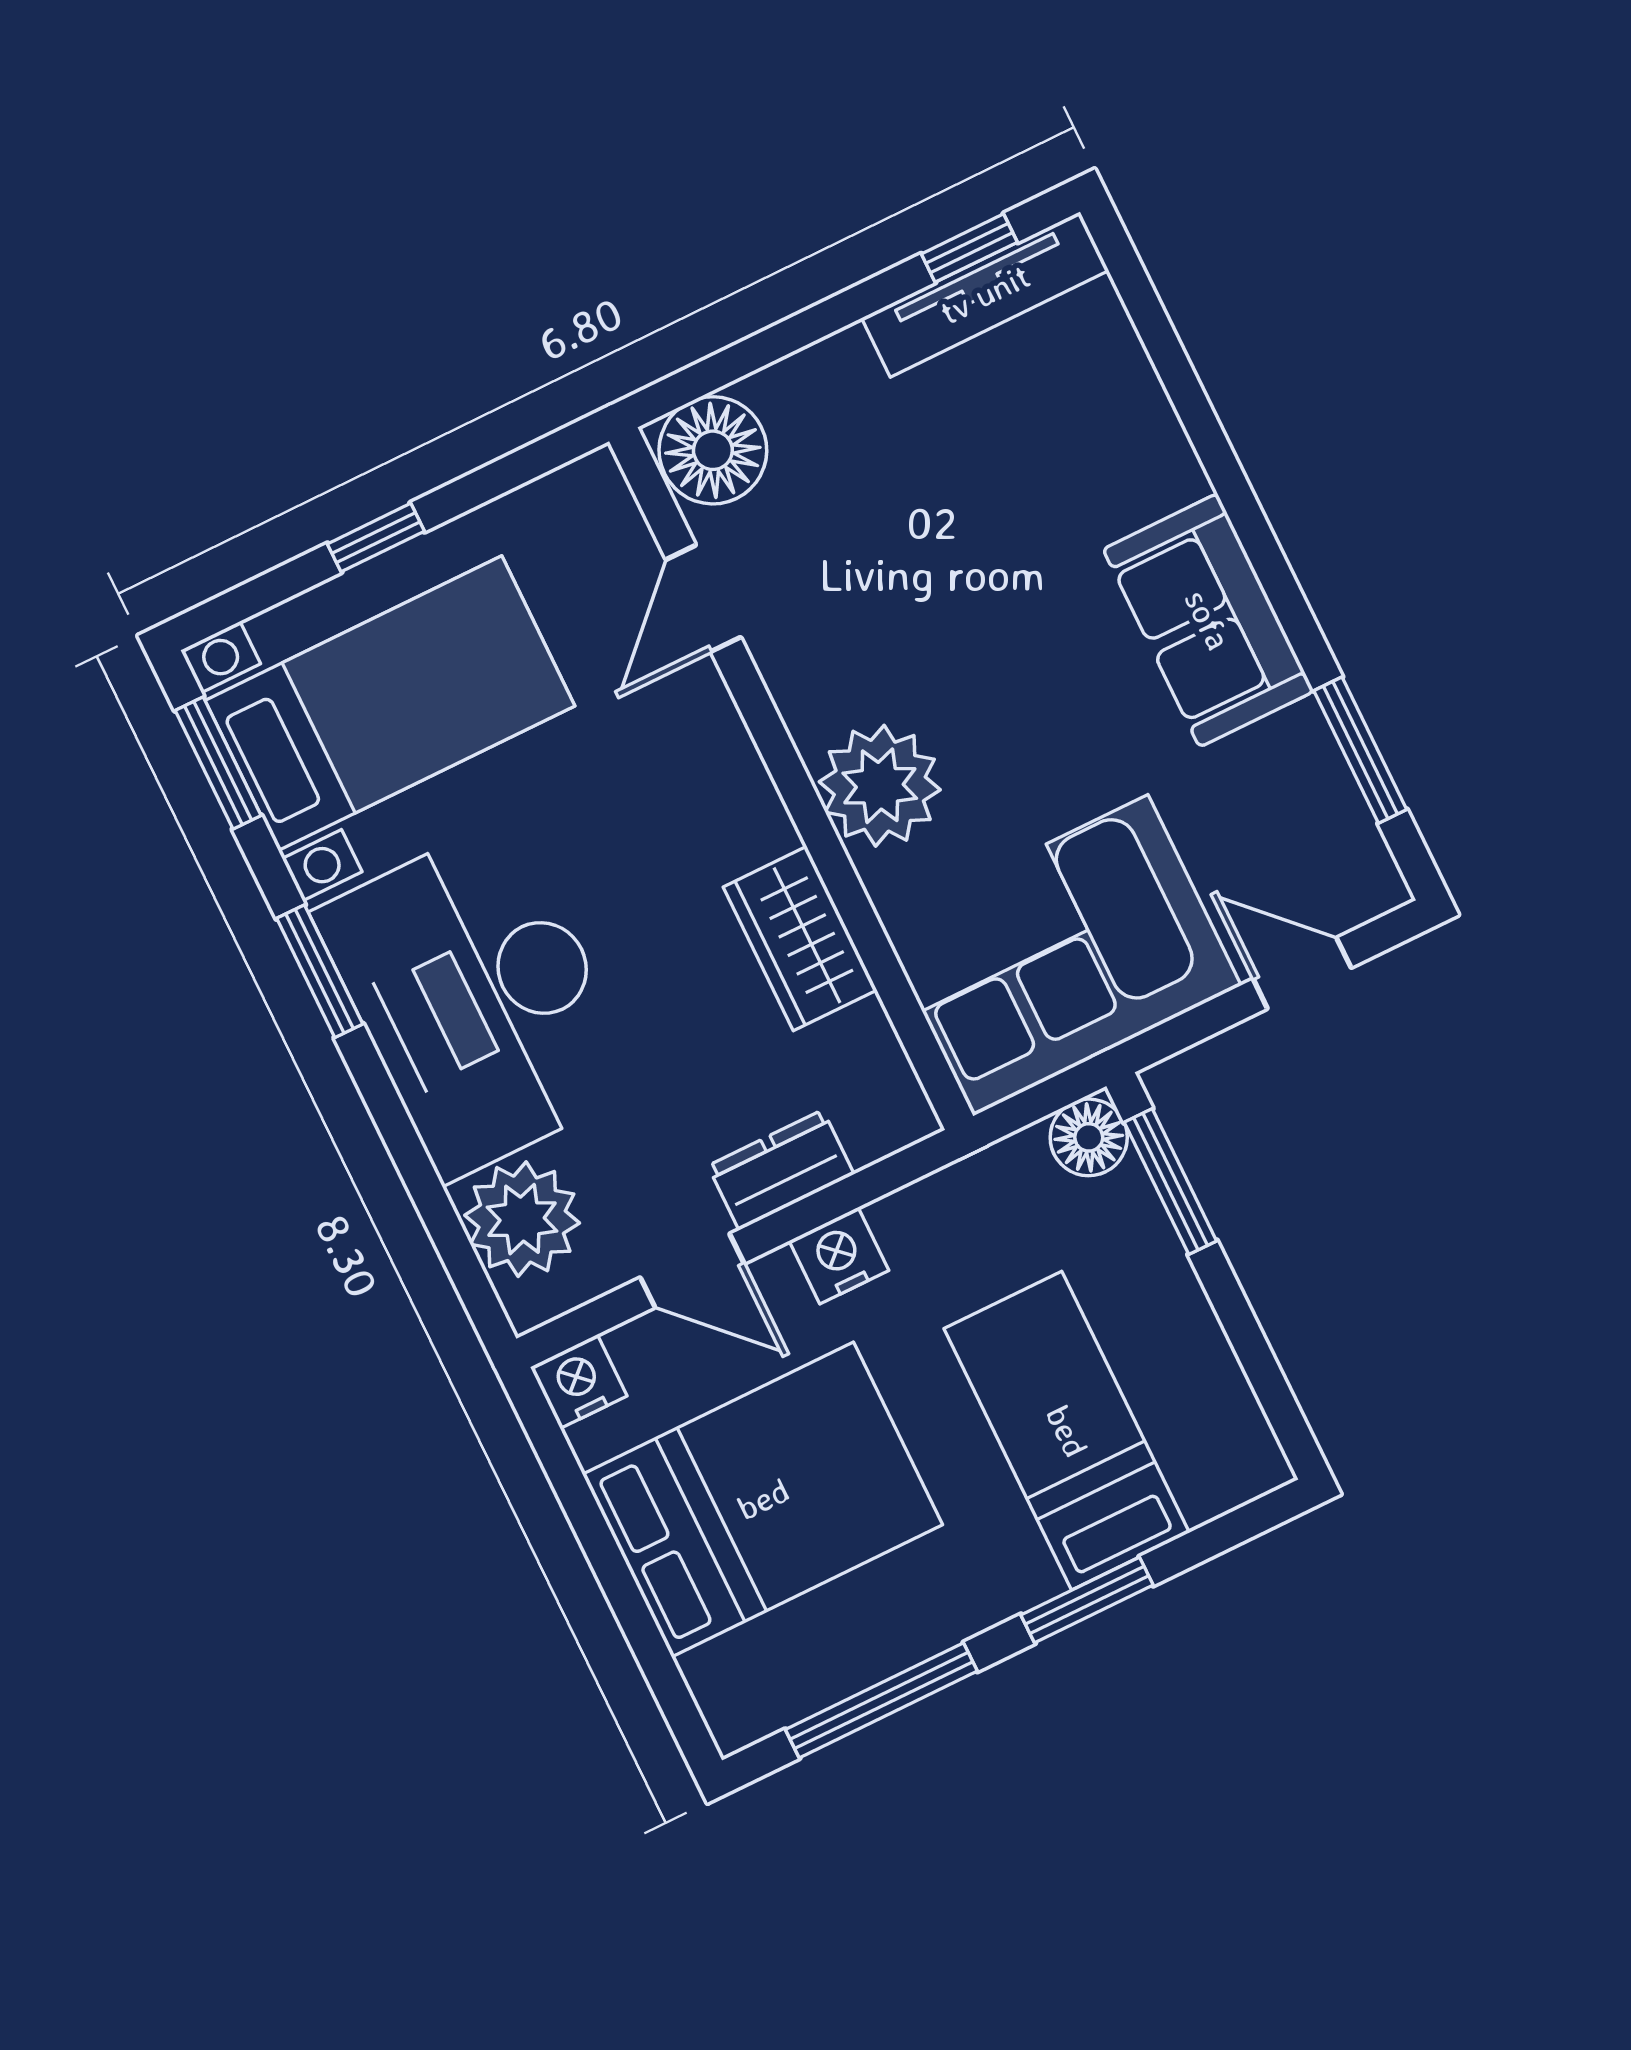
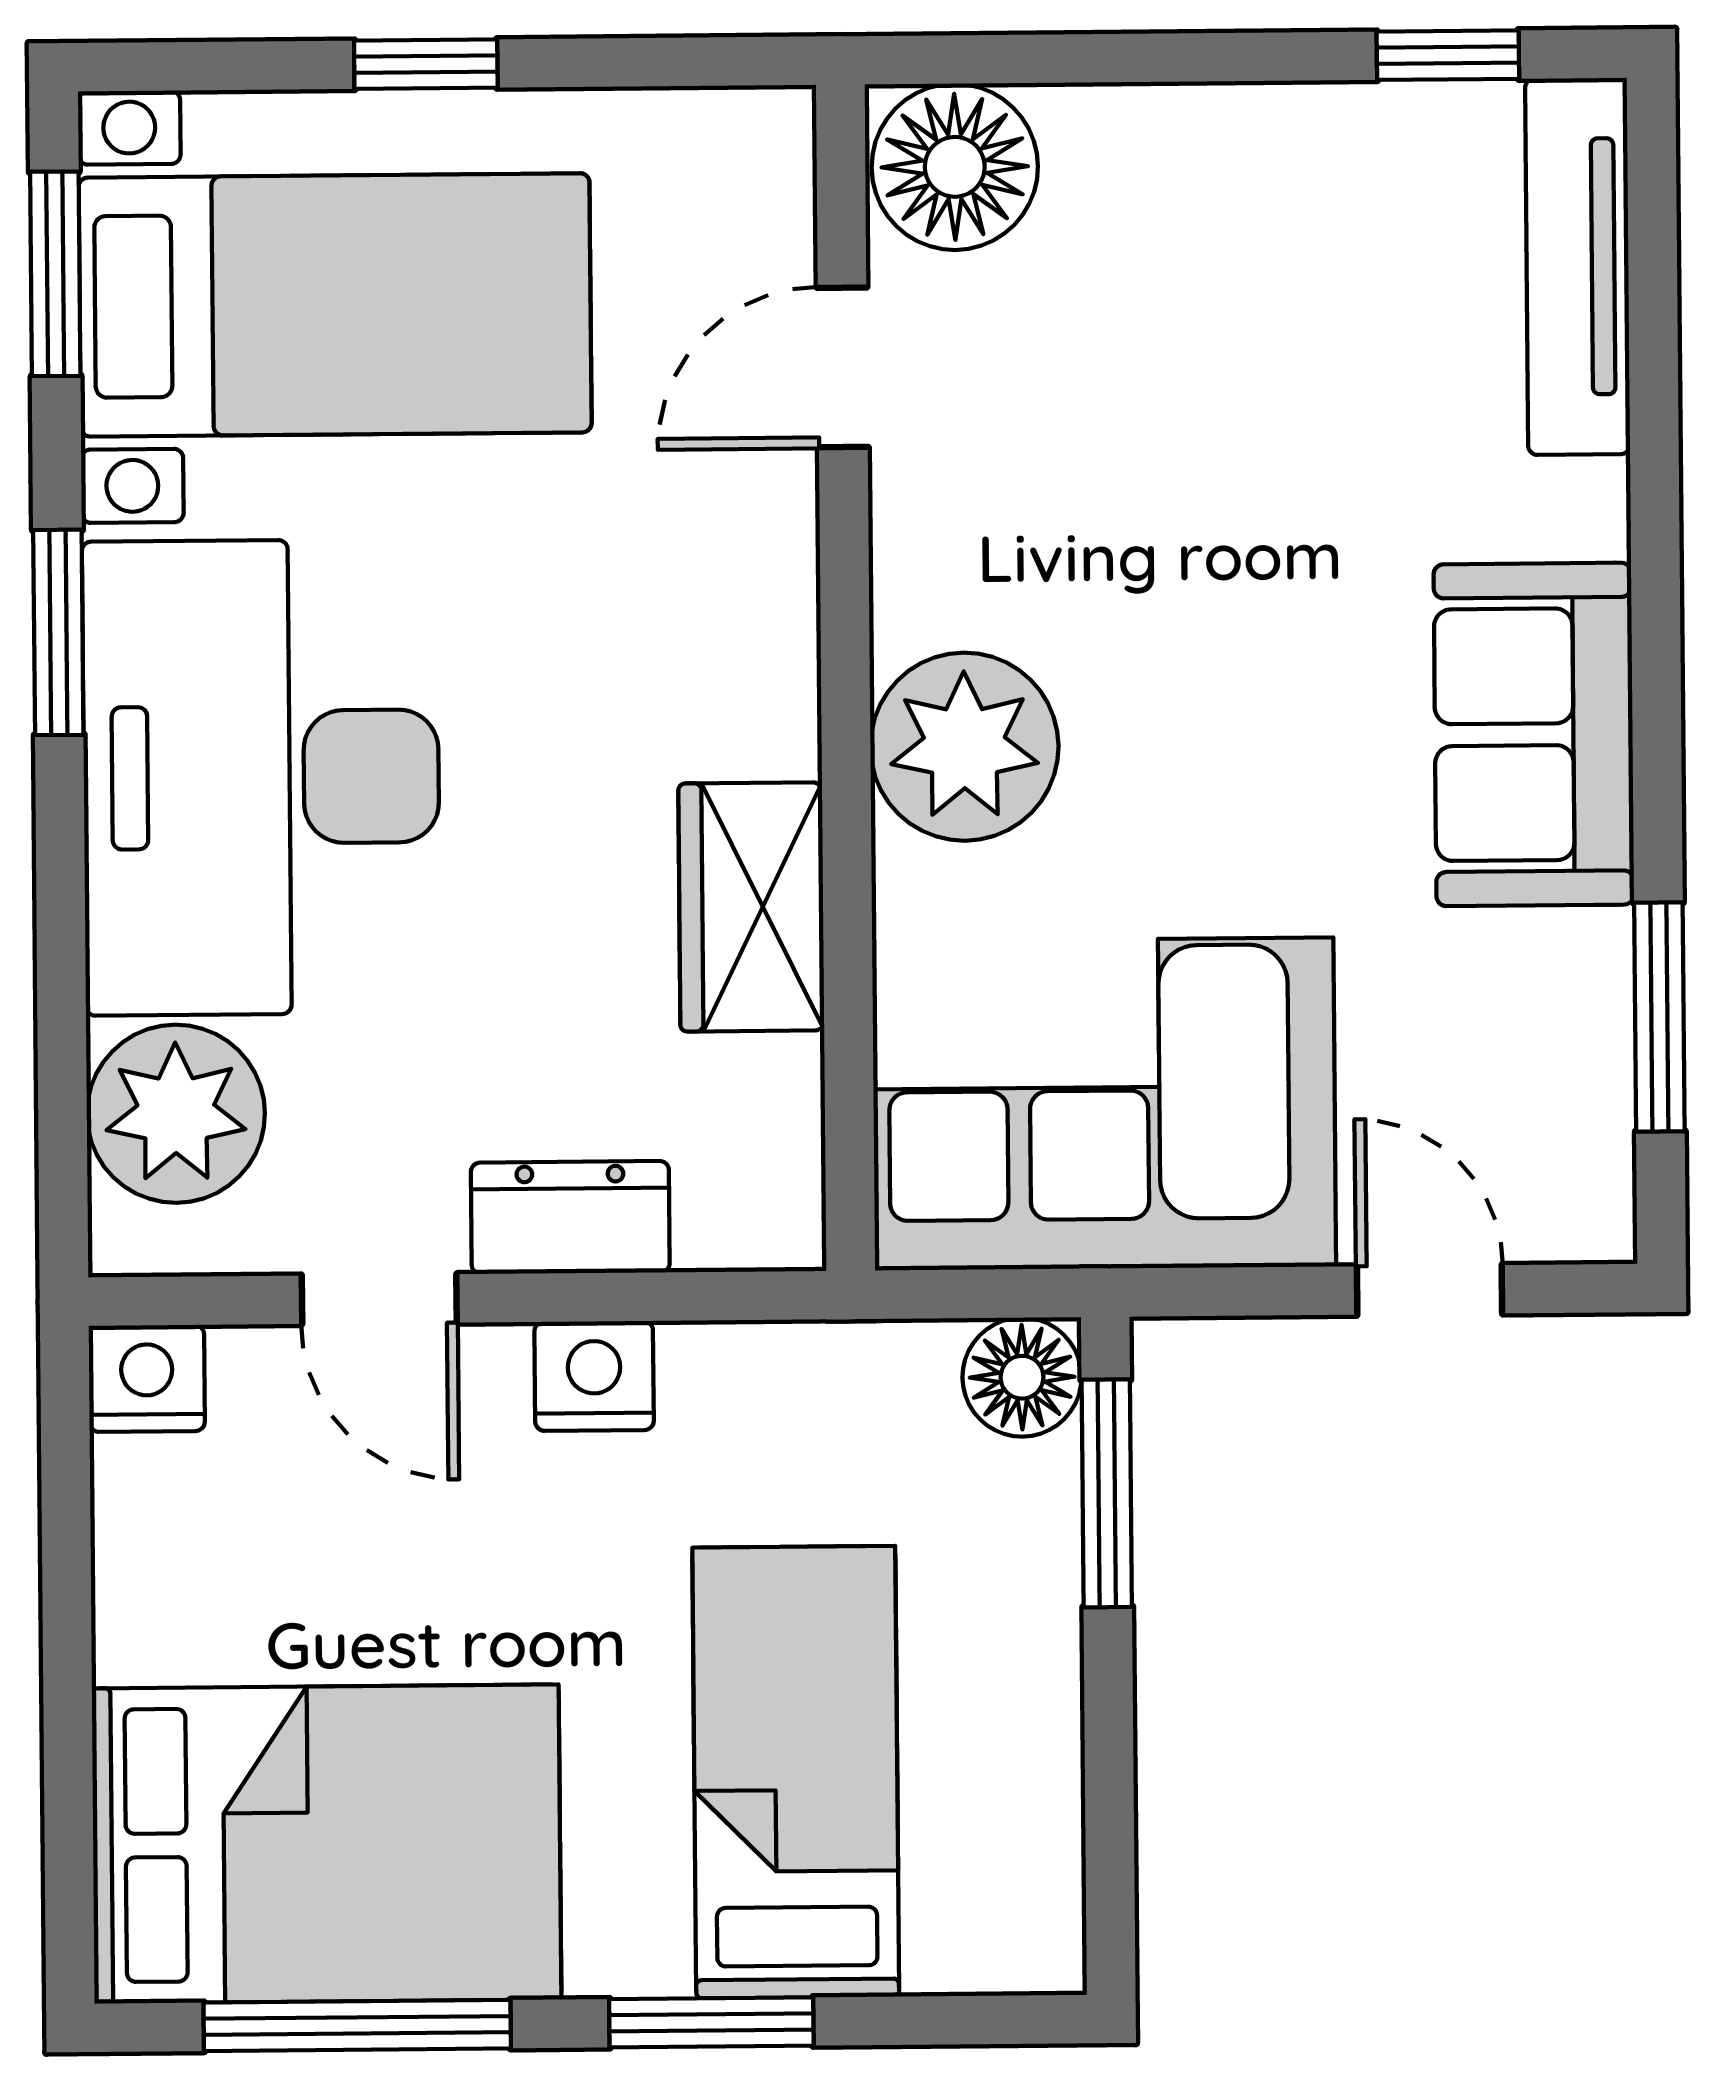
tv unit: (985, 294) -> (1578, 266), moved, turned 90
bed: (763, 1499) -> (327, 1844), moved

